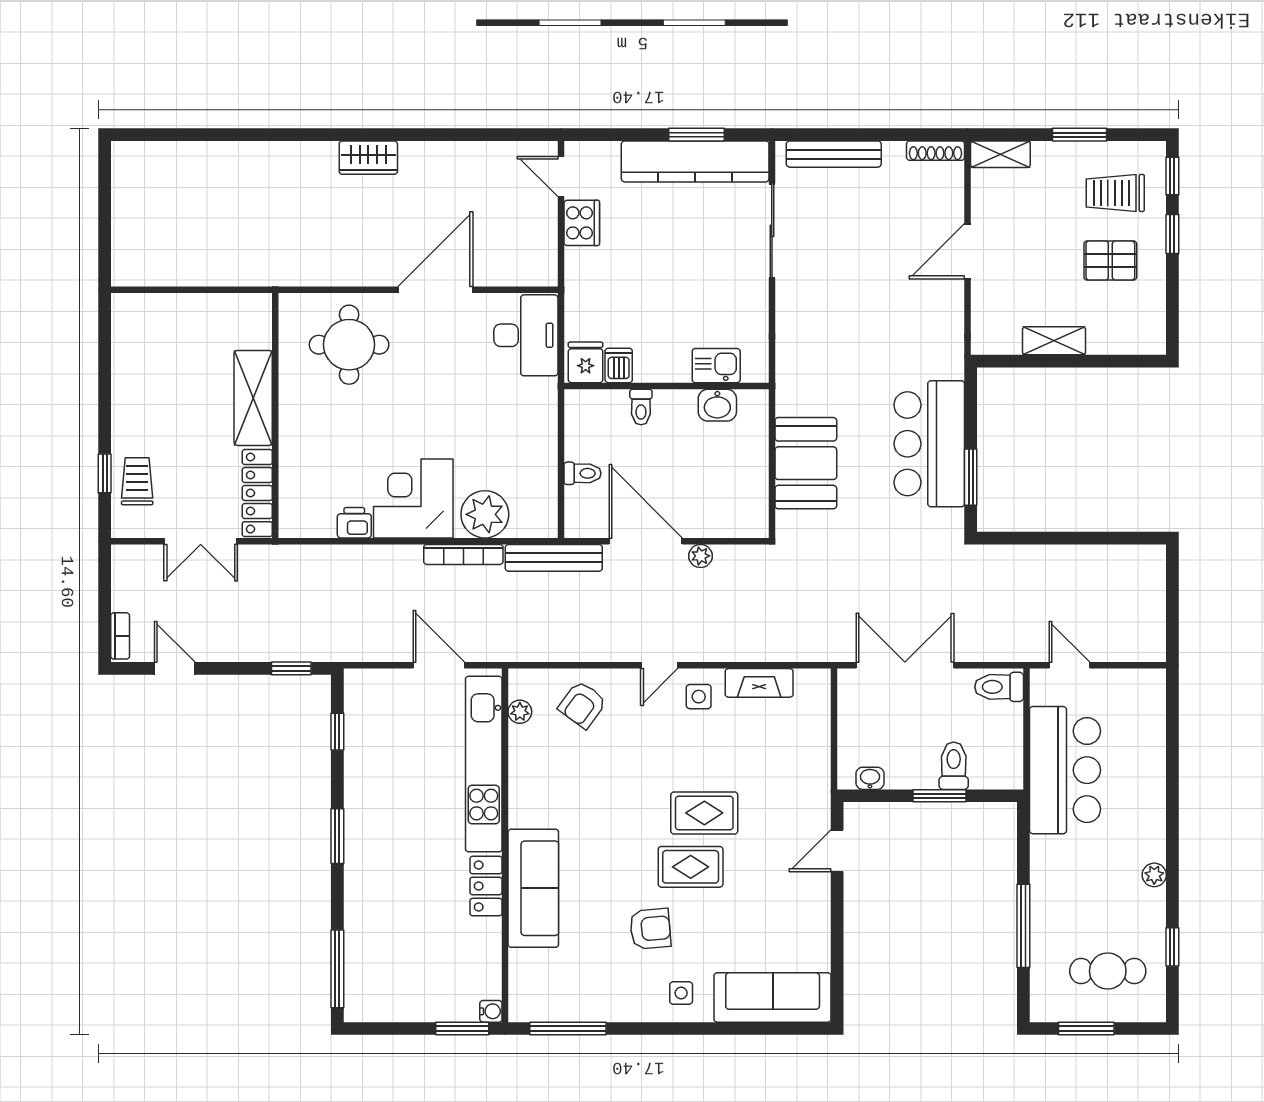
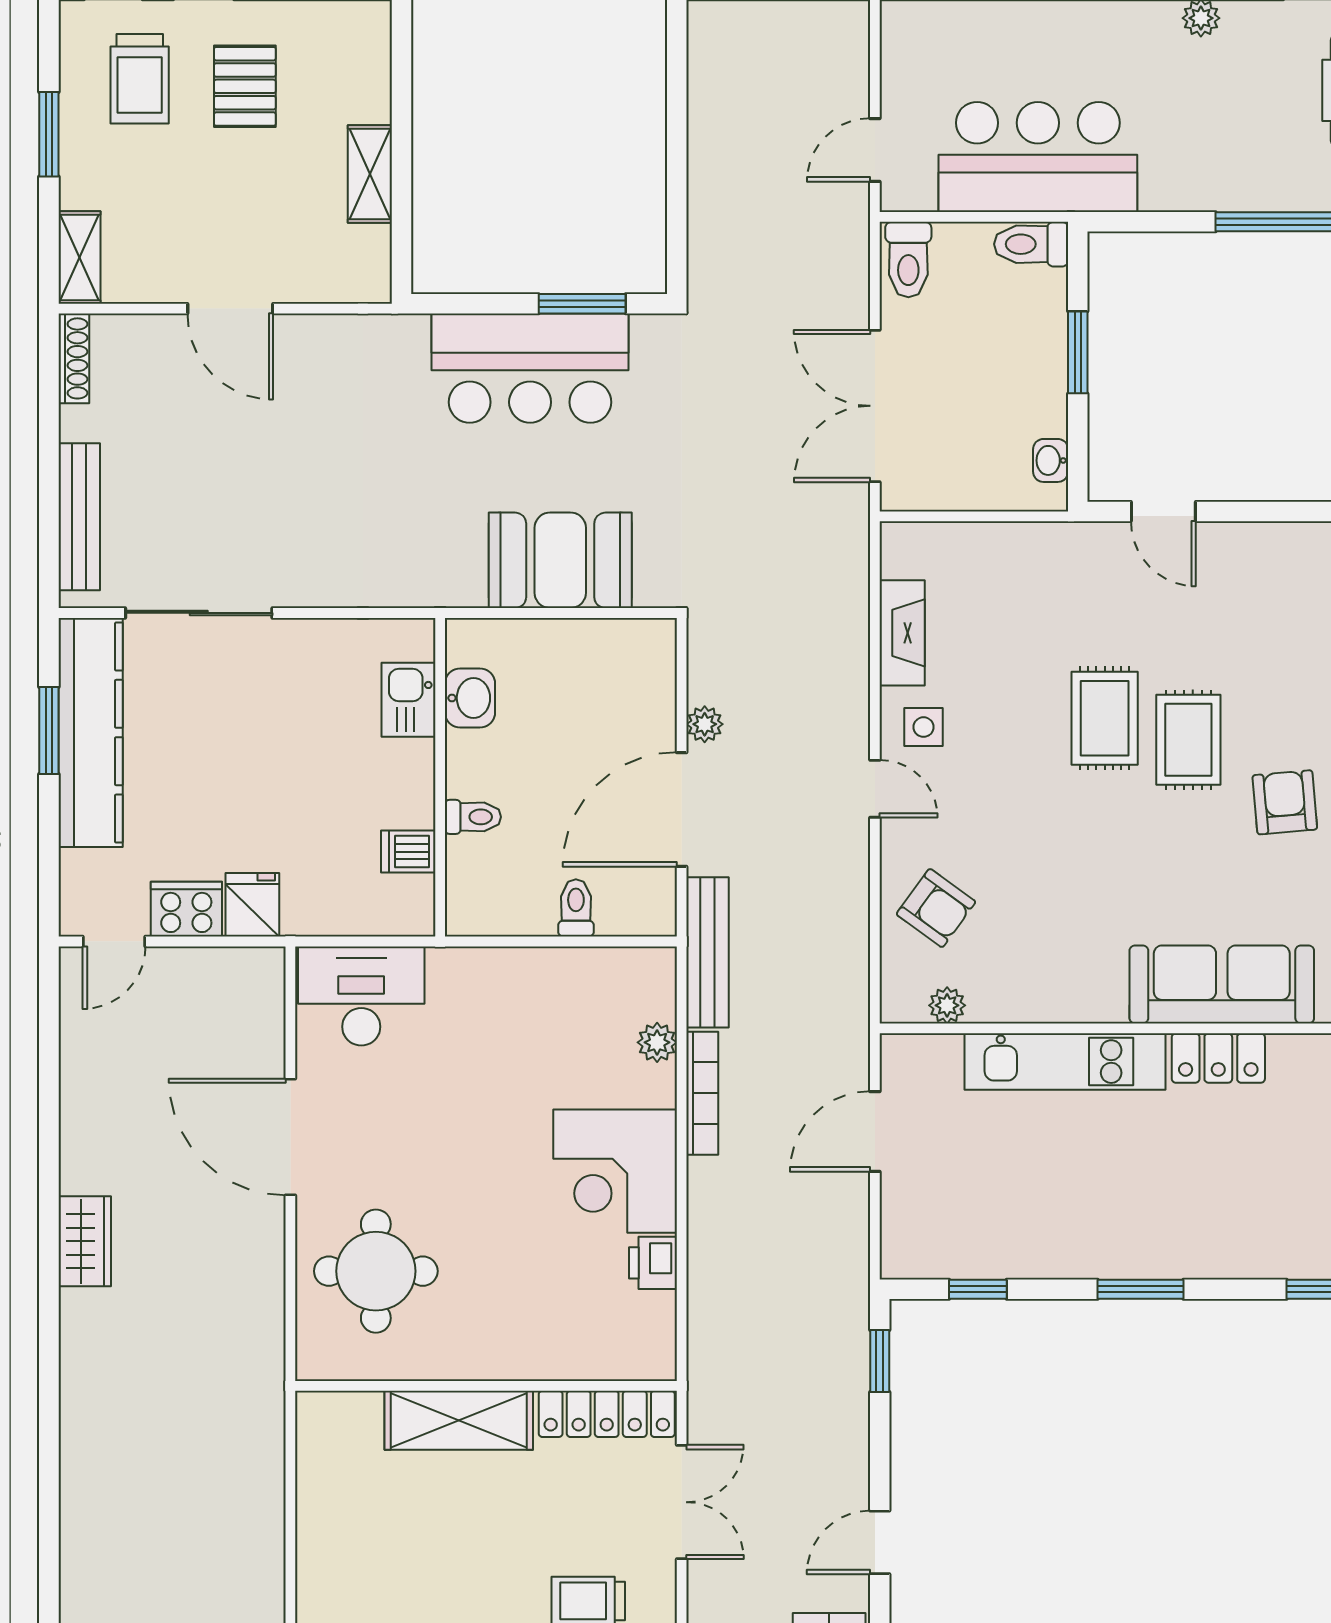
fridge: (586, 362) -> (252, 905), moved, turned 90
plant: (485, 514) -> (657, 1042), width x0.53, depth x0.53
kitchen unit: (484, 764) -> (1065, 1062), width x0.73
toilet: (954, 766) -> (1031, 244), moved

